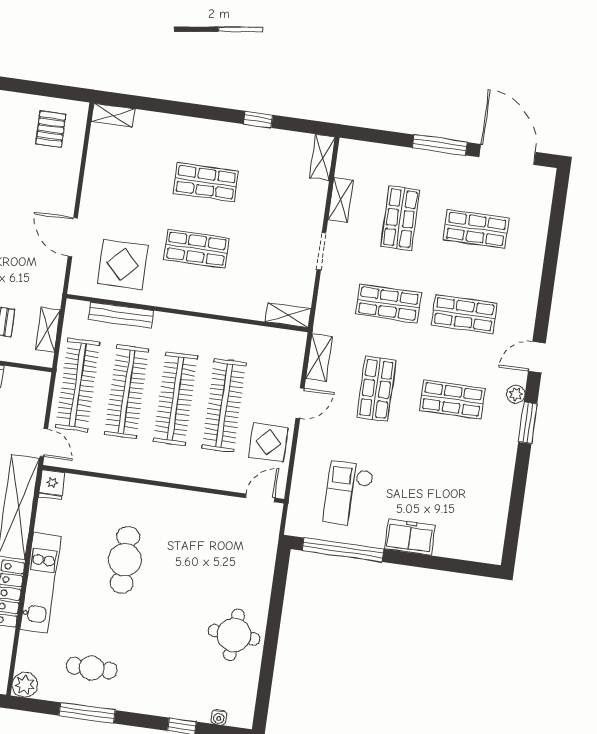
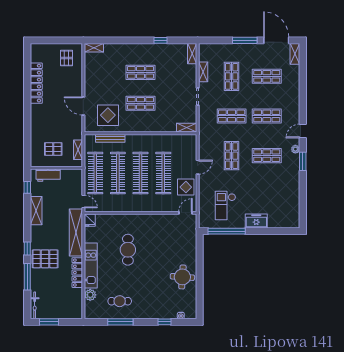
shelving: (319, 358) -> (295, 54), moved
plant: (25, 685) -> (90, 295), moved

